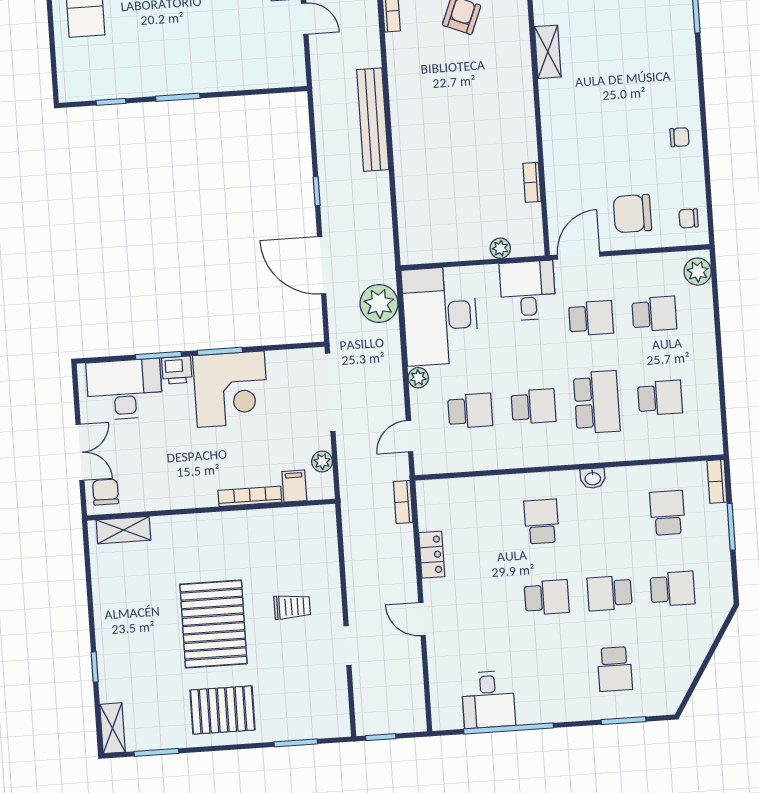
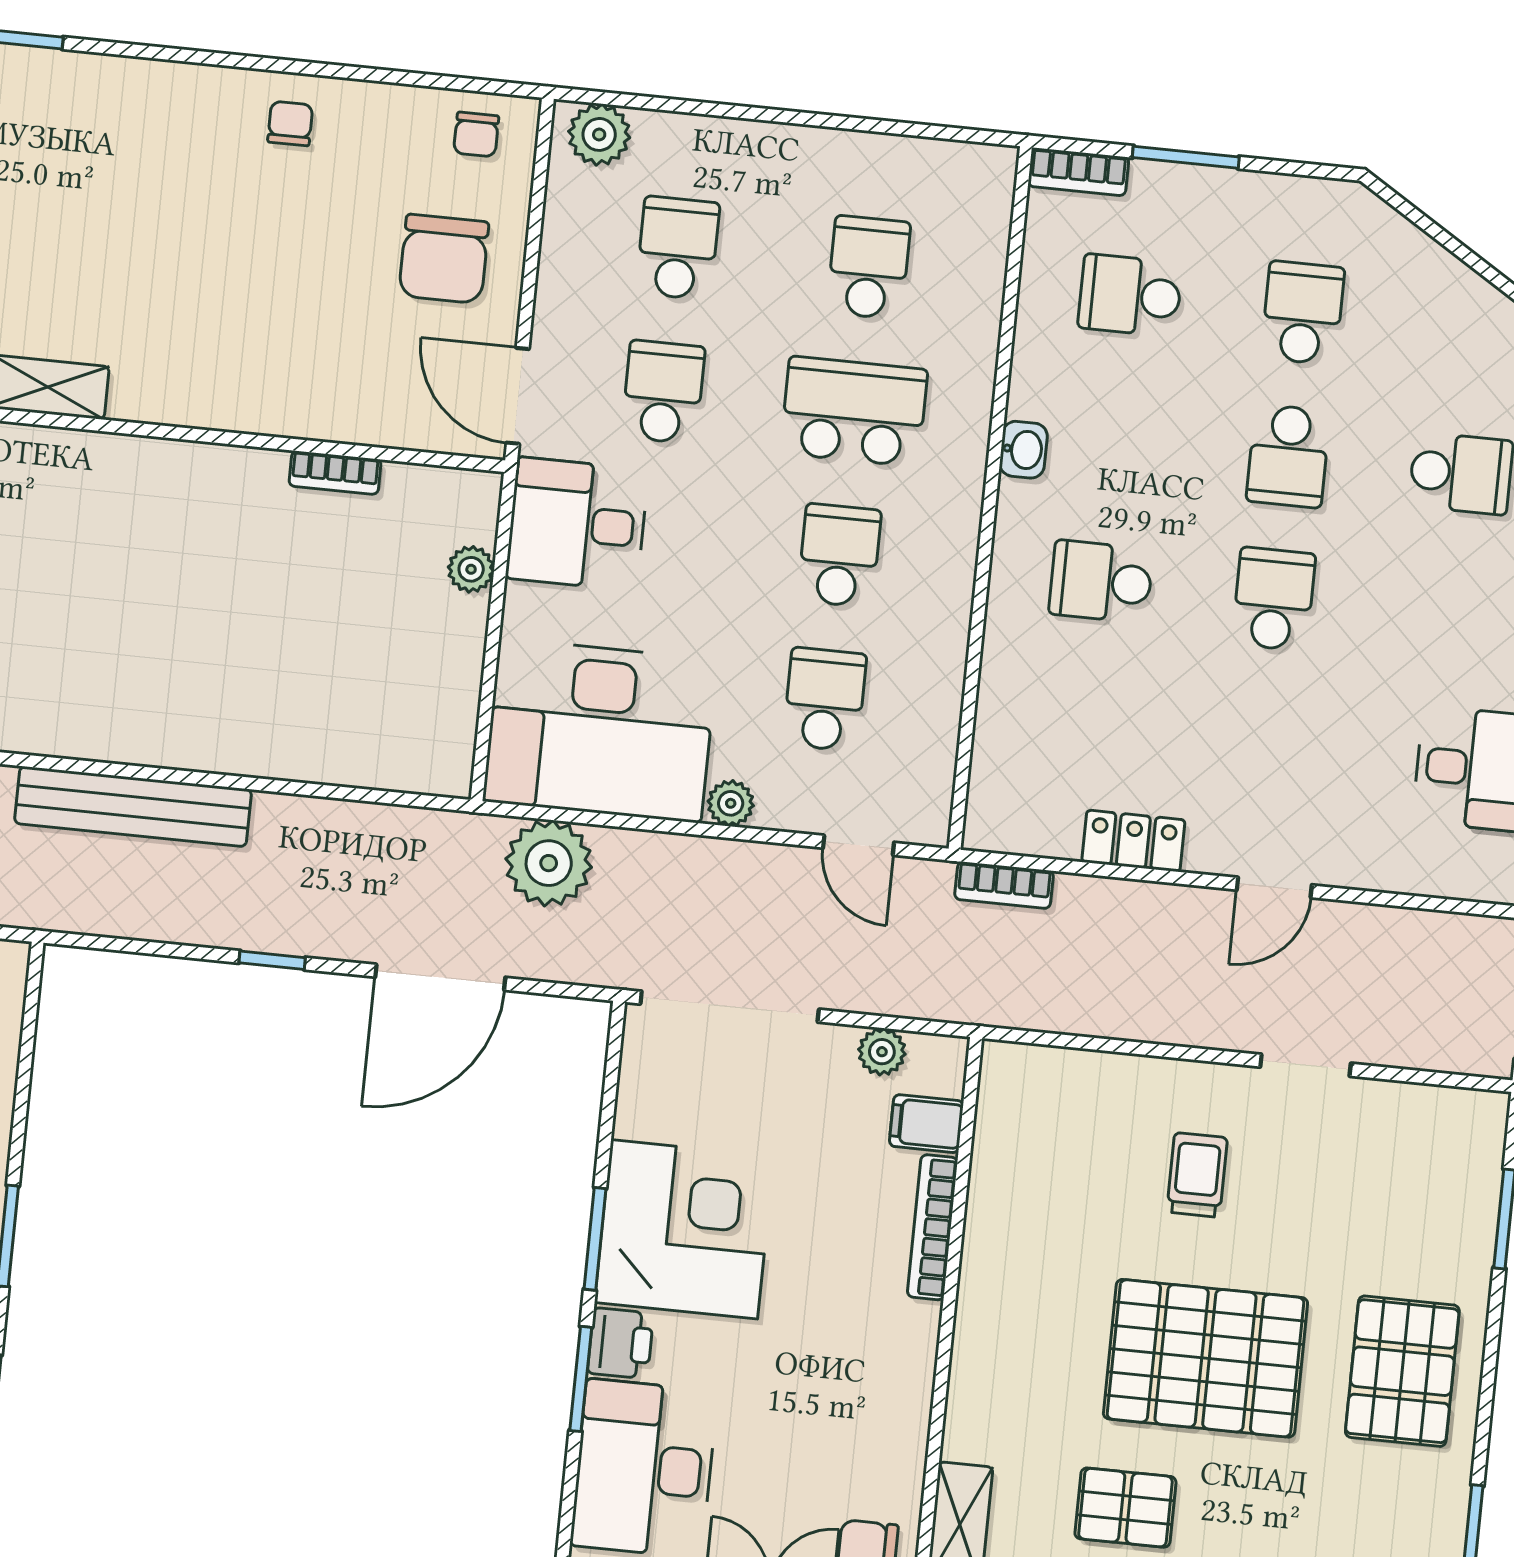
pallet: (143, 600) -> (1125, 1508), added

